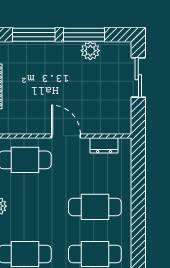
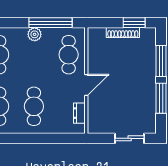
plant: (90, 51) -> (149, 103), removed

